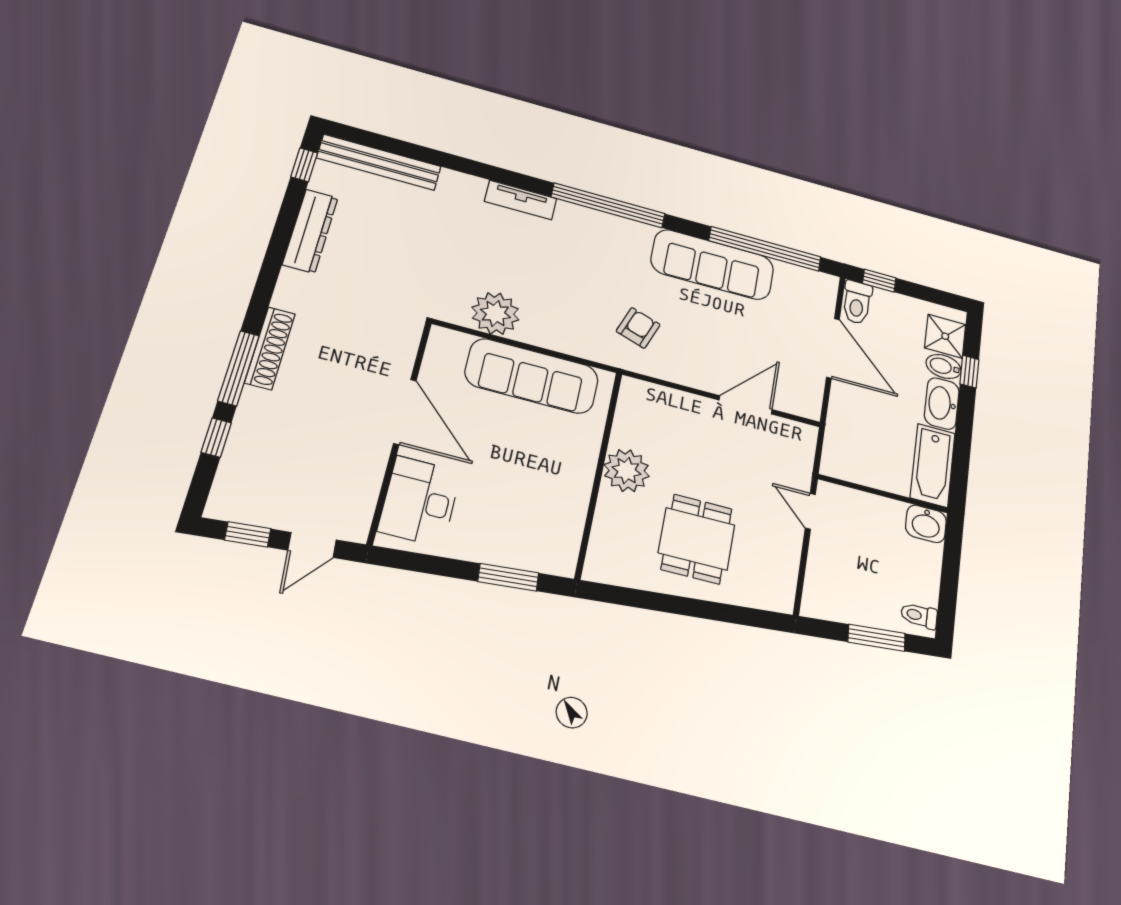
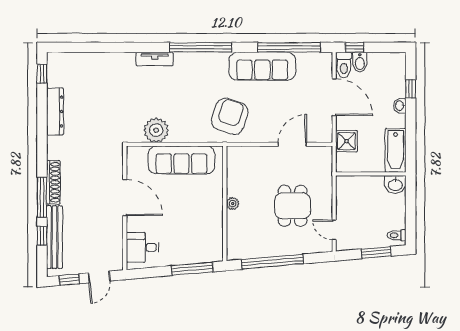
bench: (379, 162) -> (54, 237), moved, turned 90
armchair: (638, 328) -> (230, 116), width x1.88, depth x1.88
shower: (945, 336) -> (347, 141), moved
bidet: (944, 366) -> (360, 62), moved, turned -90
washbasin: (942, 403) -> (400, 106), width x0.52, depth x0.69
plant: (627, 471) -> (233, 204), width x0.53, depth x0.53
desk: (420, 501) -> (142, 247), width x0.73
door: (810, 511) -> (334, 230), moved
dining table: (697, 539) -> (293, 206), moved
window: (508, 577) -> (192, 269), width x1.44
window: (672, 604) -> (272, 262), added

